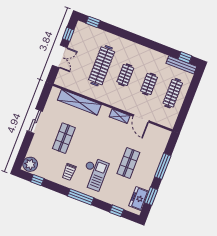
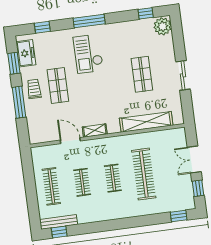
trolley: (69, 172) -> (34, 89), moved

